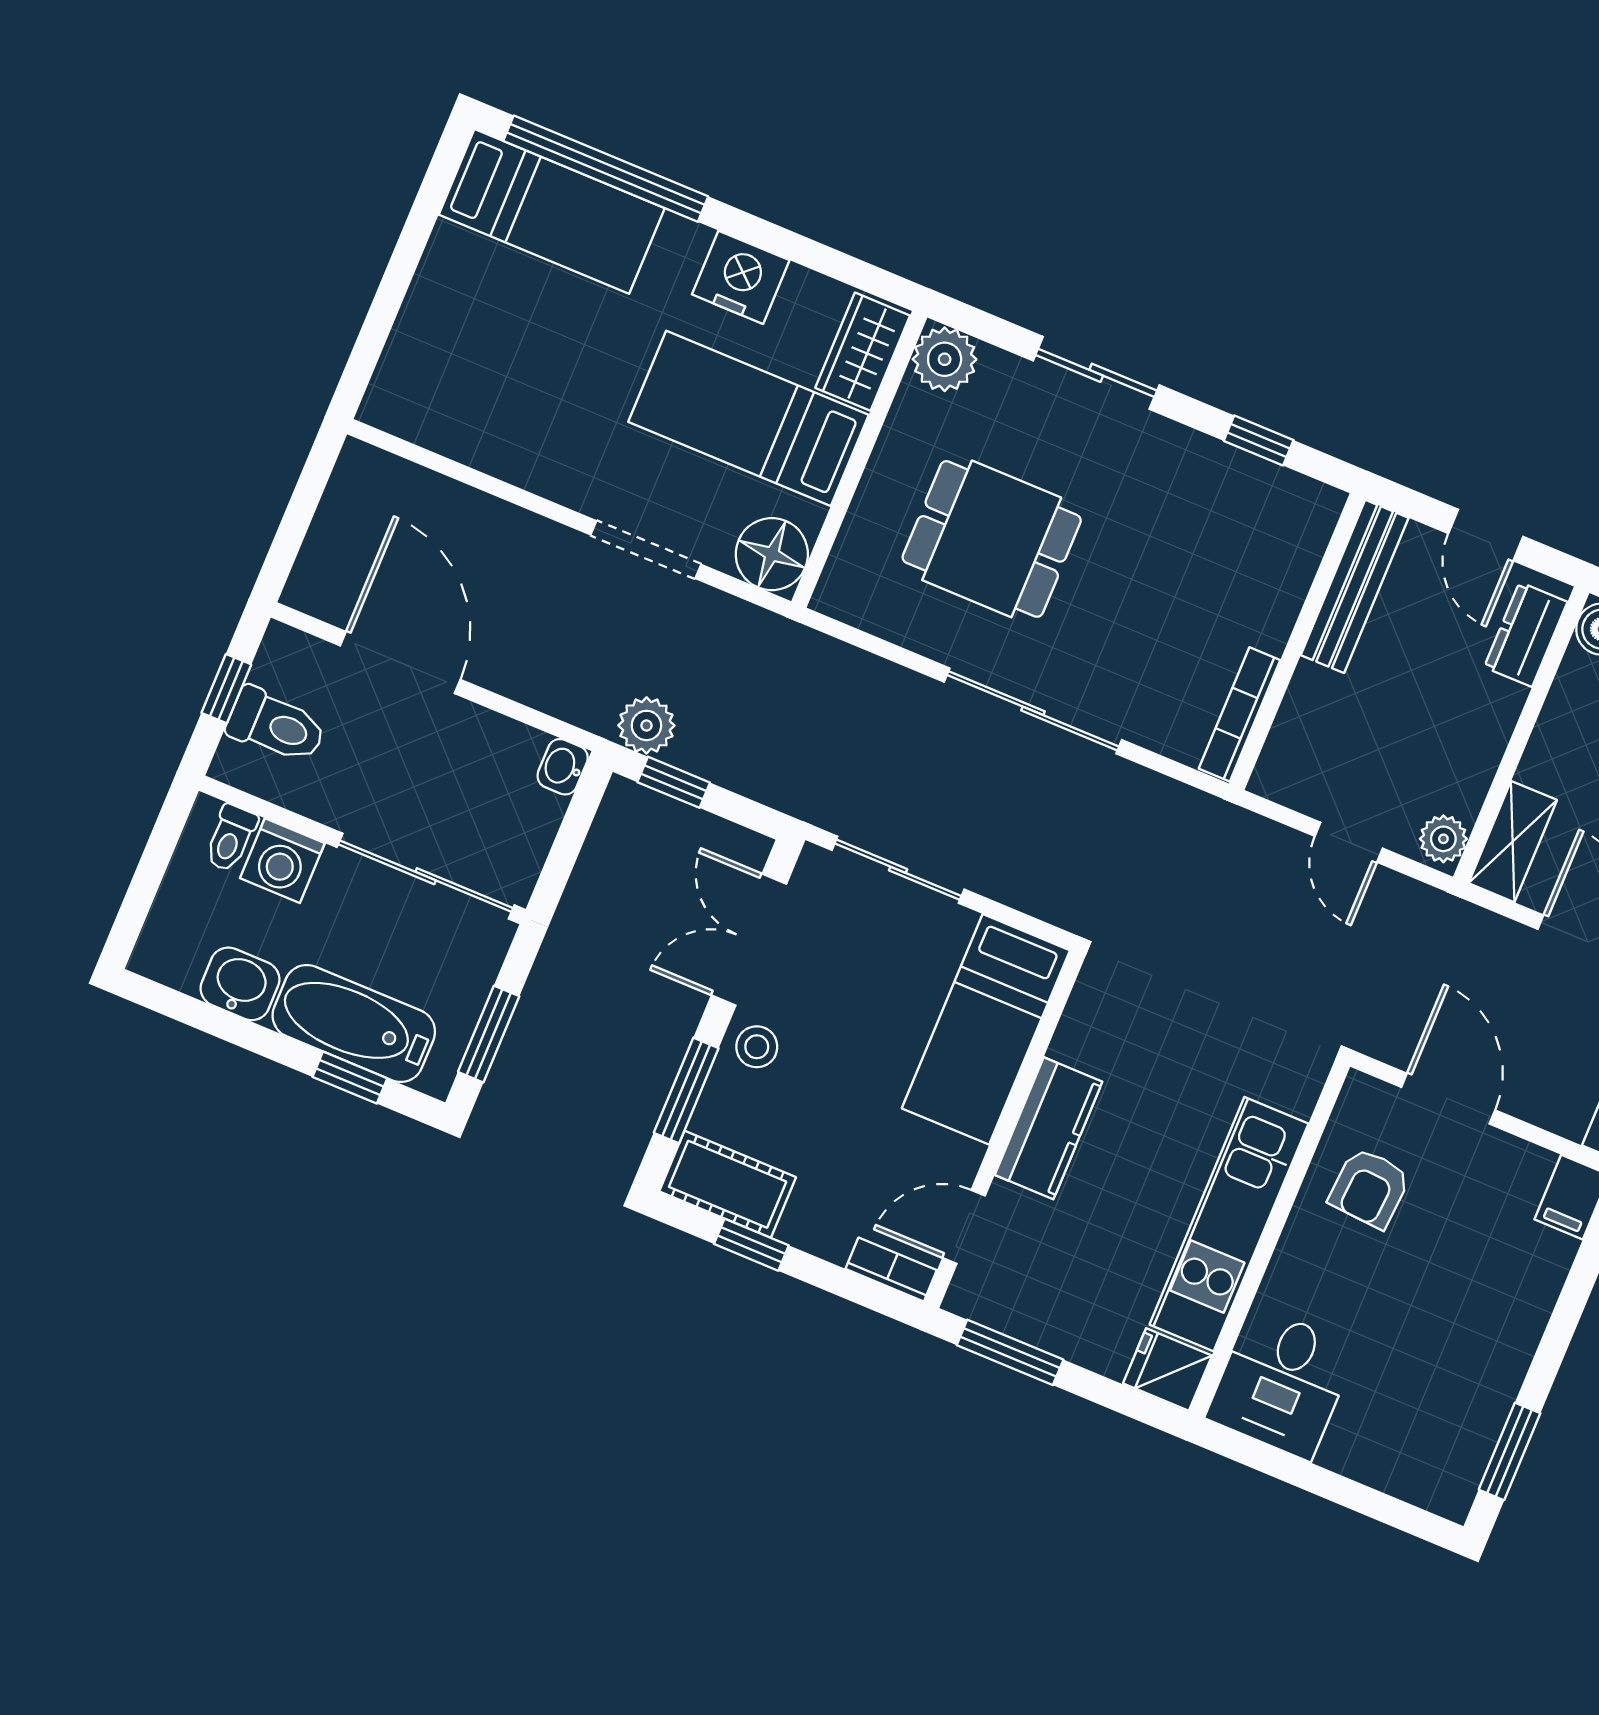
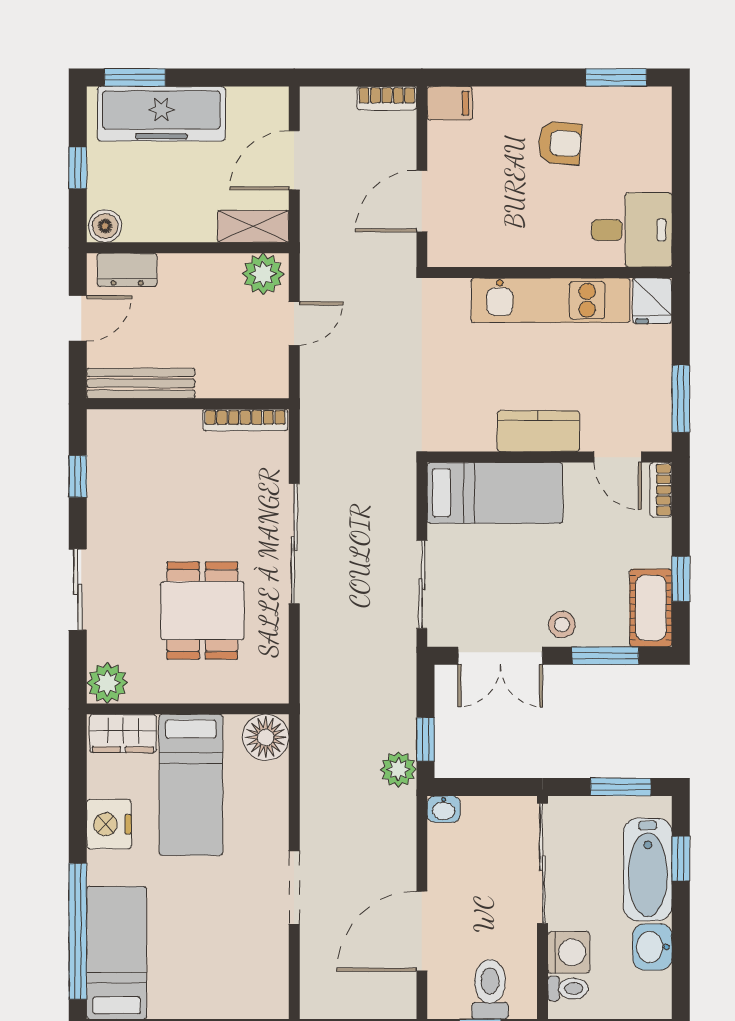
doorway: (646, 550) -> (294, 888), moved
plant: (1443, 839) -> (263, 274), width x1.38, depth x1.38
armchair: (1370, 1188) -> (560, 143), moved

